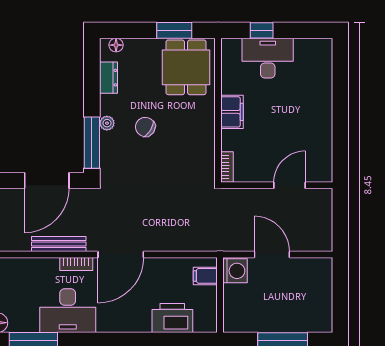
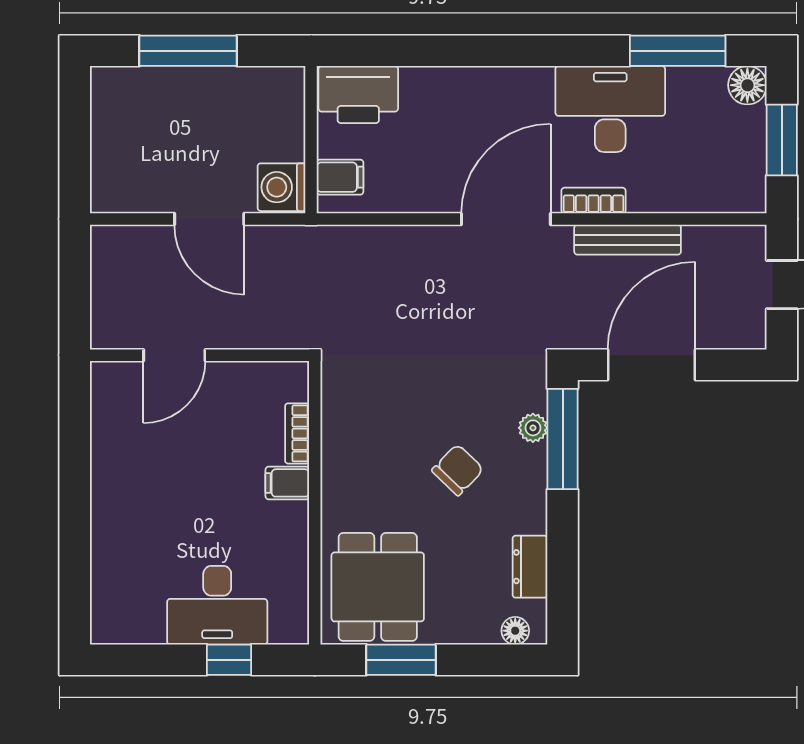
filing cabinet: (232, 112) -> (287, 483), width x0.50
plant: (107, 123) -> (533, 428), moved
chair: (145, 127) -> (458, 470), turned -78
bookcase: (227, 167) -> (297, 433), moved
printer: (172, 318) -> (358, 95), moved

